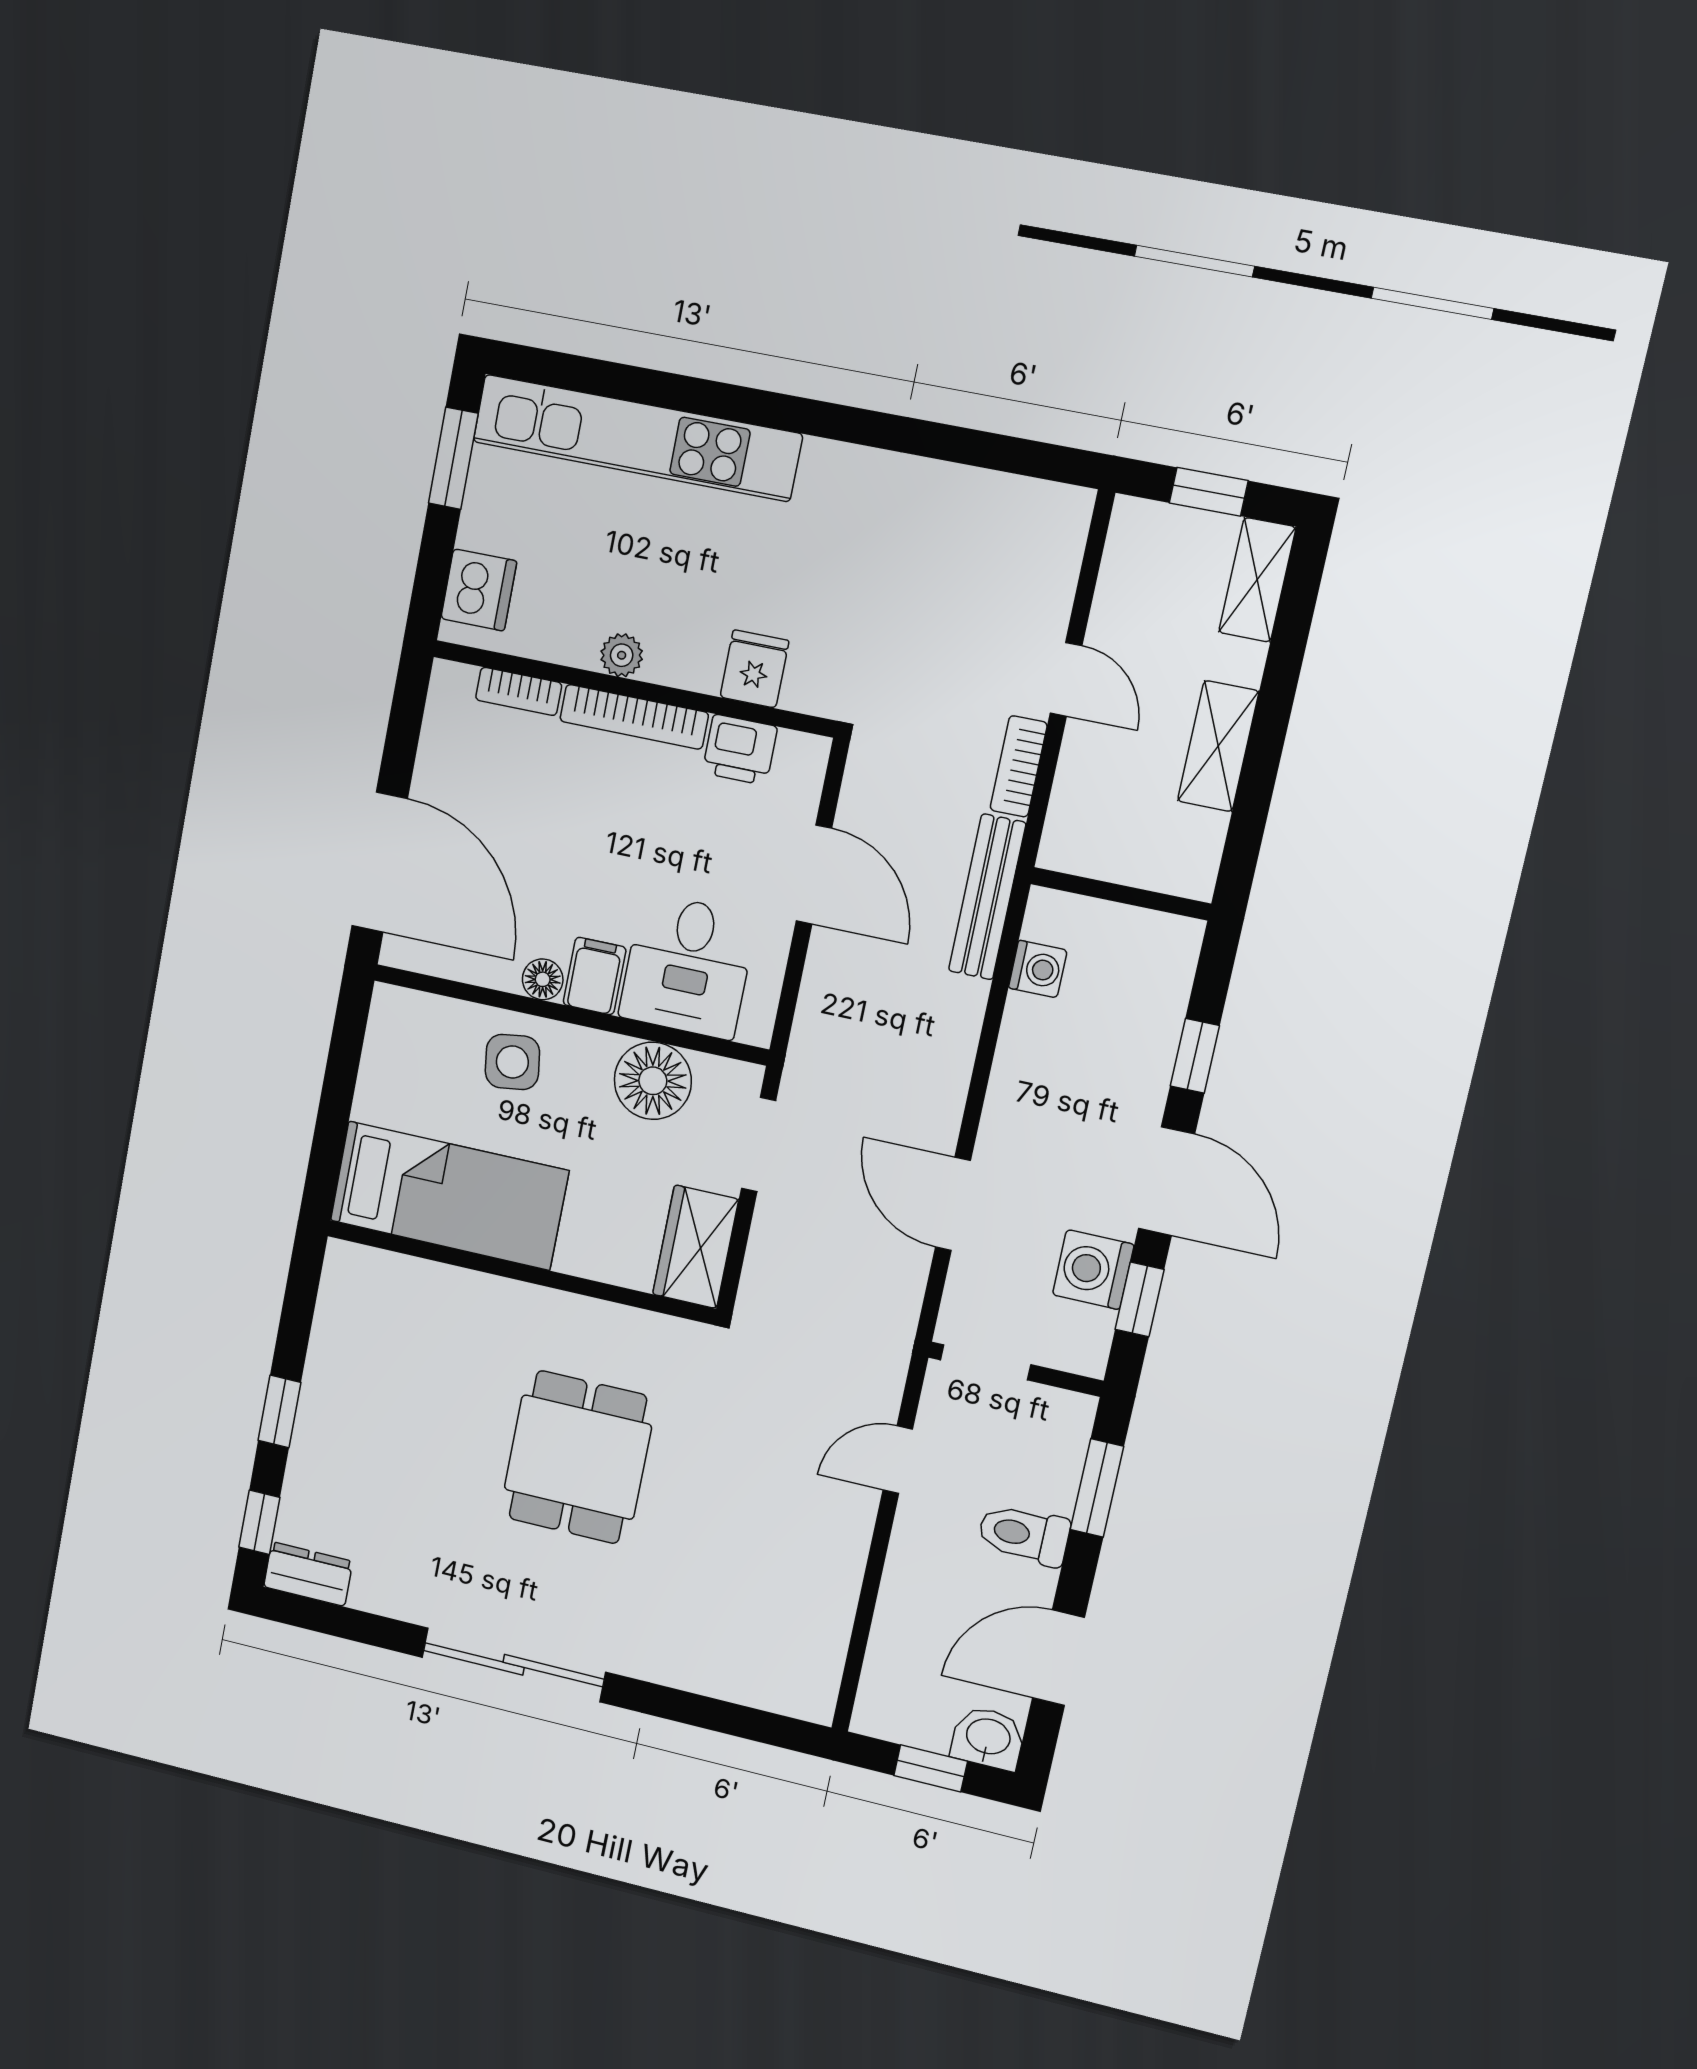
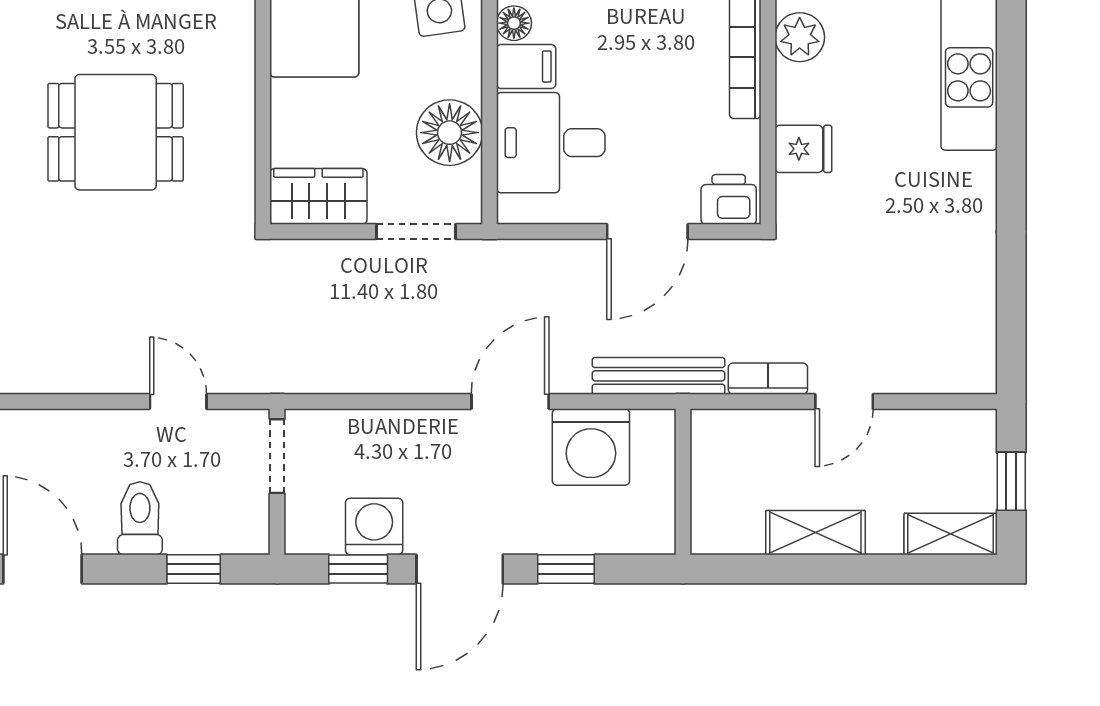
plant: (622, 655) -> (800, 37), width x1.38, depth x1.38
printer: (740, 750) -> (729, 199), moved, turned 90
washing machine: (1038, 969) -> (591, 447), width x1.89, depth x1.89
door: (953, 1204) -> (510, 401), moved
window: (1097, 1488) -> (194, 569), width x0.67

